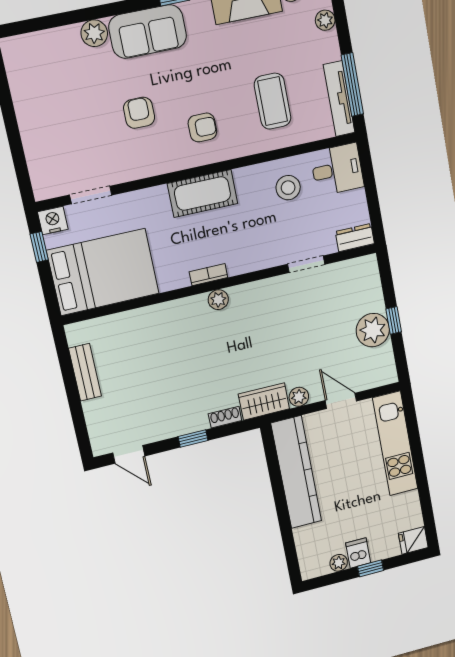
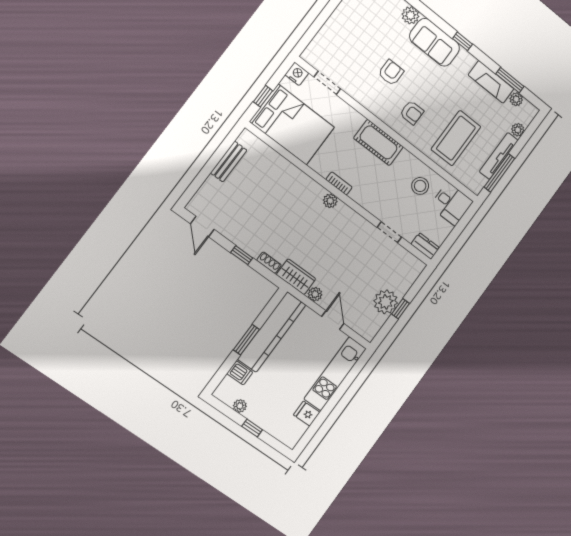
tv unit: (339, 99) -> (499, 156), moved
coffee table: (273, 101) -> (456, 138), width x1.36, depth x1.32
window: (39, 247) -> (263, 96), moved
window: (281, 504) -> (246, 340), added
fridge: (413, 540) -> (307, 414), moved
dishwasher: (358, 553) -> (240, 373), moved, turned 90

